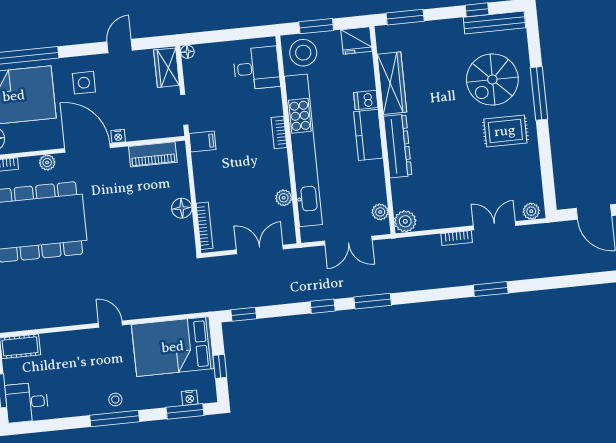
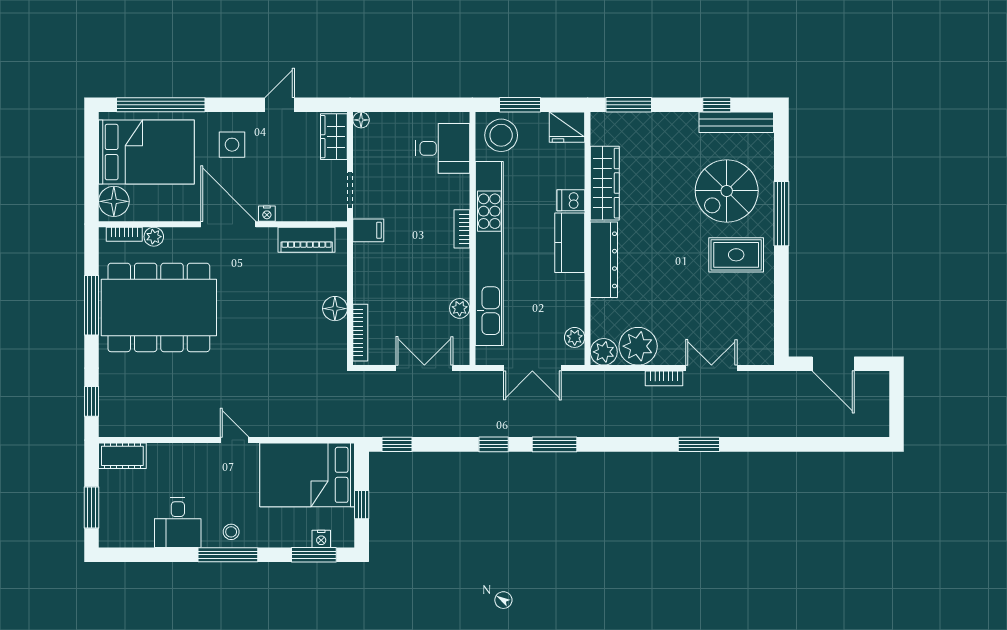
plant: (47, 162) -> (154, 237), moved
plant: (531, 211) -> (638, 346), moved, width x1.87, depth x1.87
desk: (27, 402) -> (178, 523), moved, turned -90

